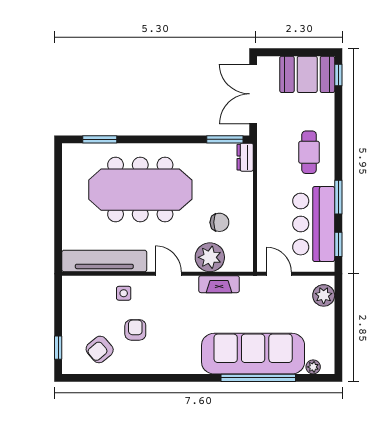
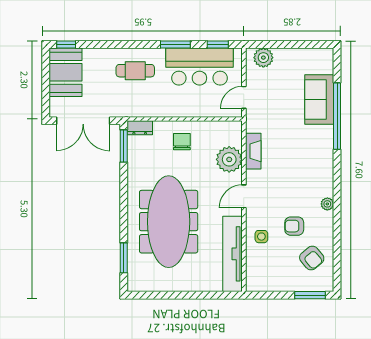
chair: (219, 222) -> (182, 142), moved
window: (58, 348) -> (310, 295), width x1.50
sofa: (253, 354) -> (319, 100), width x0.54, depth x0.79
plant: (313, 367) -> (327, 204), moved

